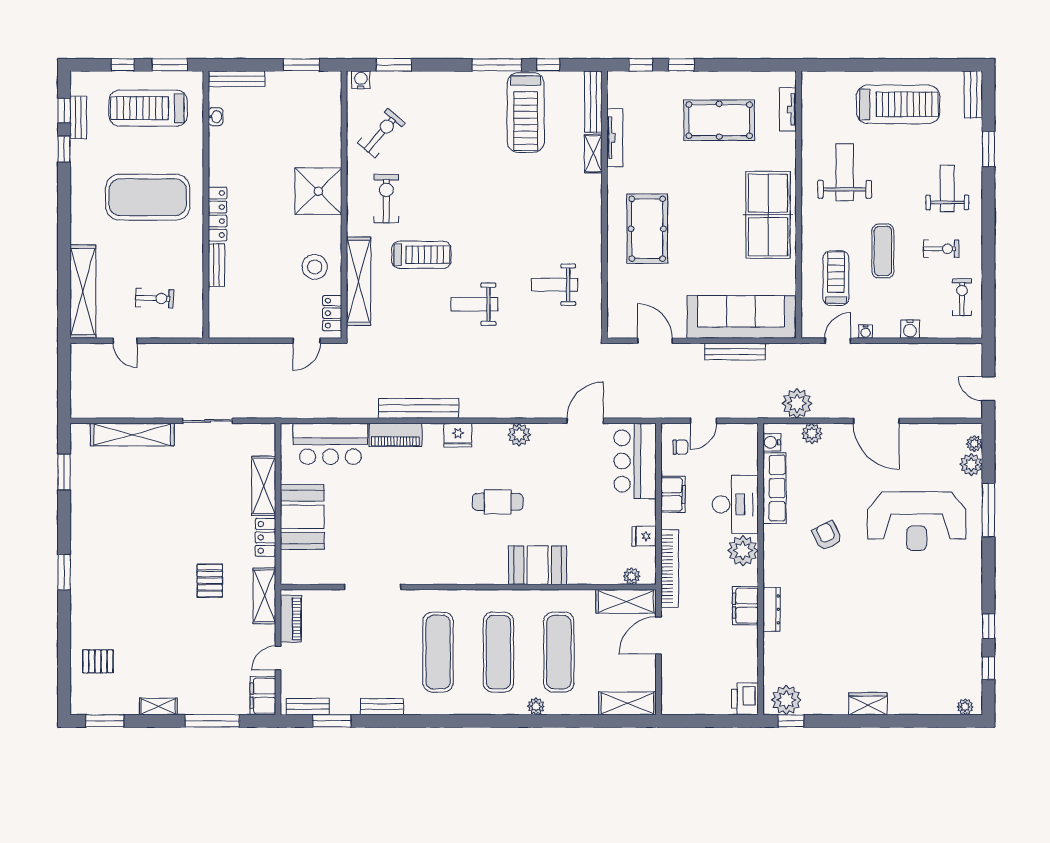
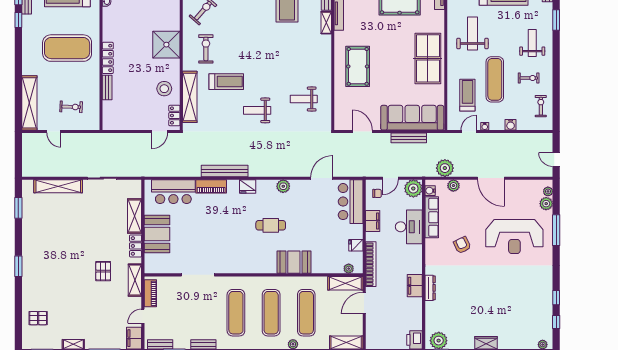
exercise mat: (883, 251) -> (495, 79), width x1.36, depth x1.45
plant: (743, 551) -> (413, 188), moved

